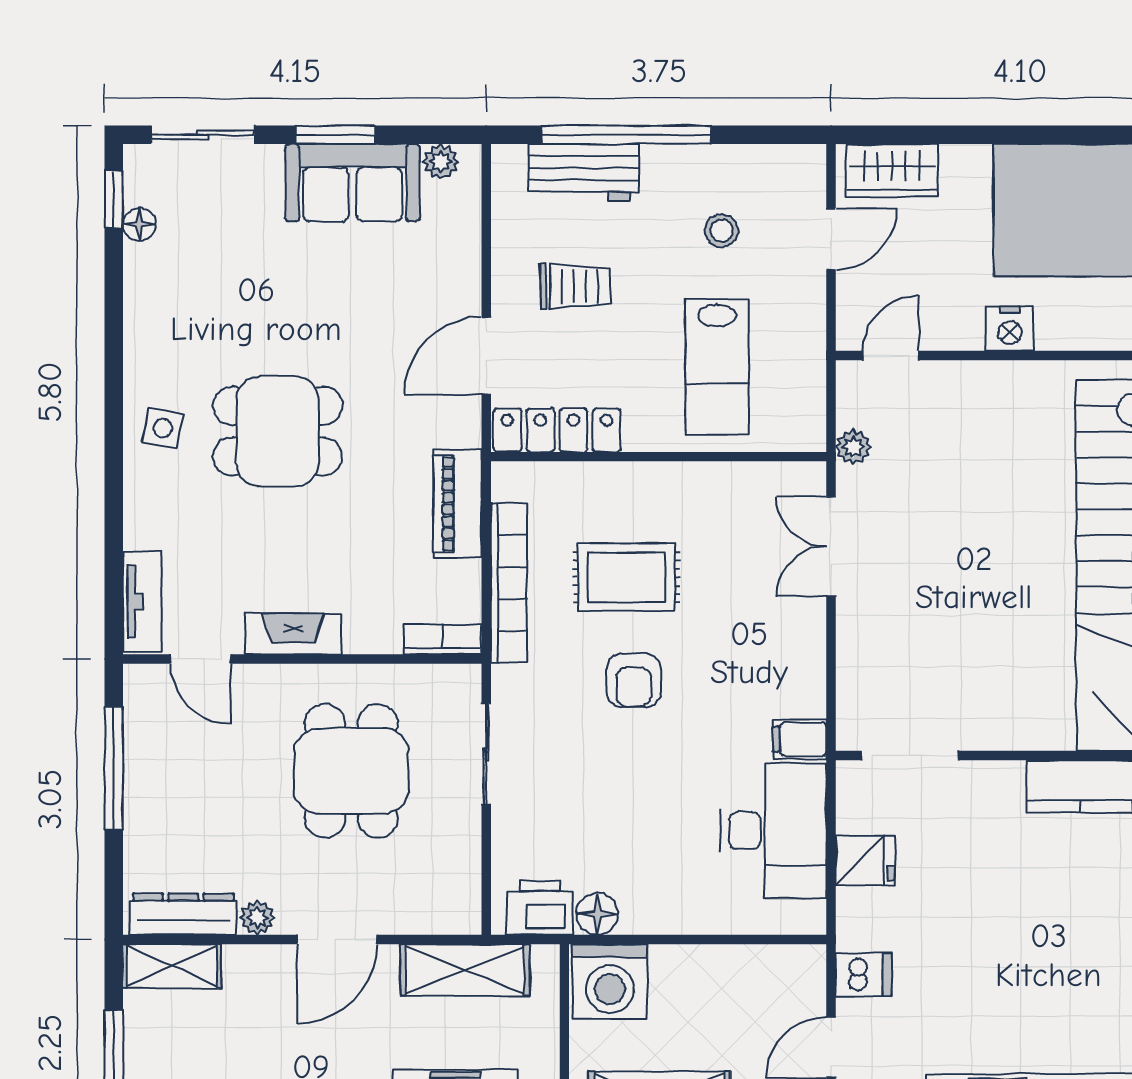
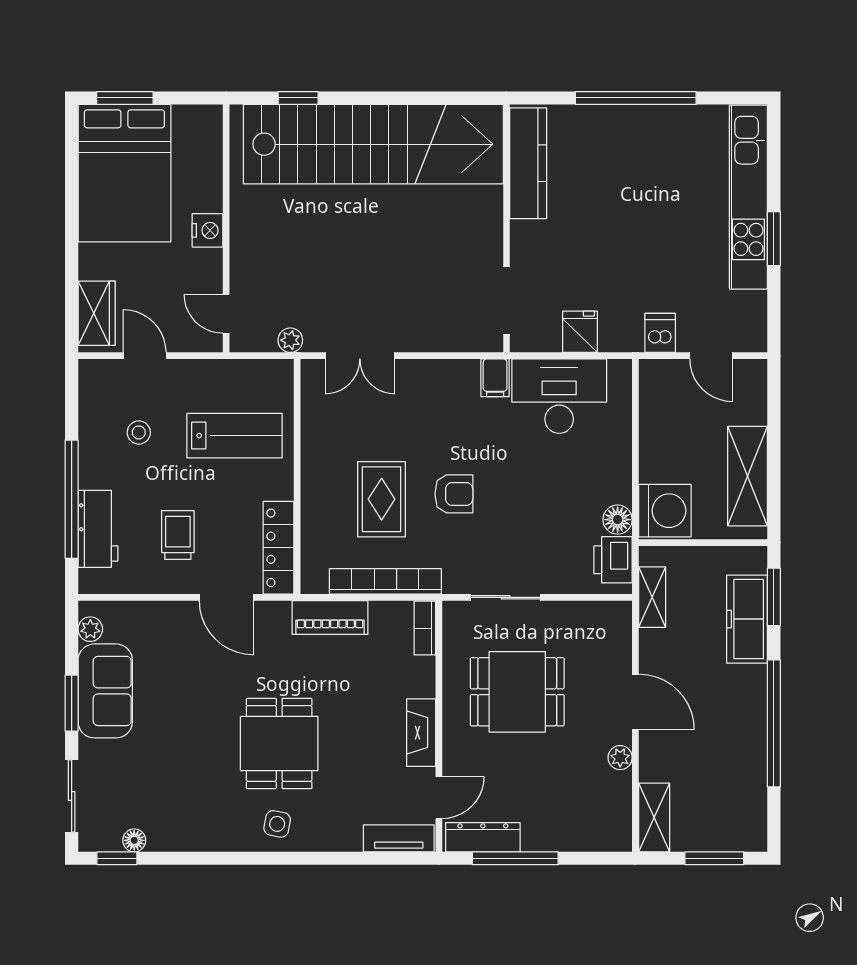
dresser: (183, 914) -> (483, 837), moved, turned 90
shelving: (465, 970) -> (652, 597), width x0.67, depth x0.75

